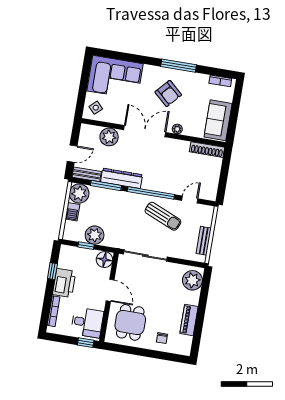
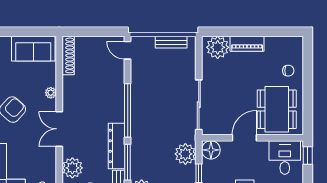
double door: (145, 131) -> (59, 129), width x0.73
door: (190, 200) -> (128, 50), moved
sun lounger: (163, 216) -> (151, 92), removed
plant: (95, 235) -> (185, 154), moved
piano: (189, 320) -> (247, 44), moved
dining table: (130, 322) -> (277, 109), width x1.38

